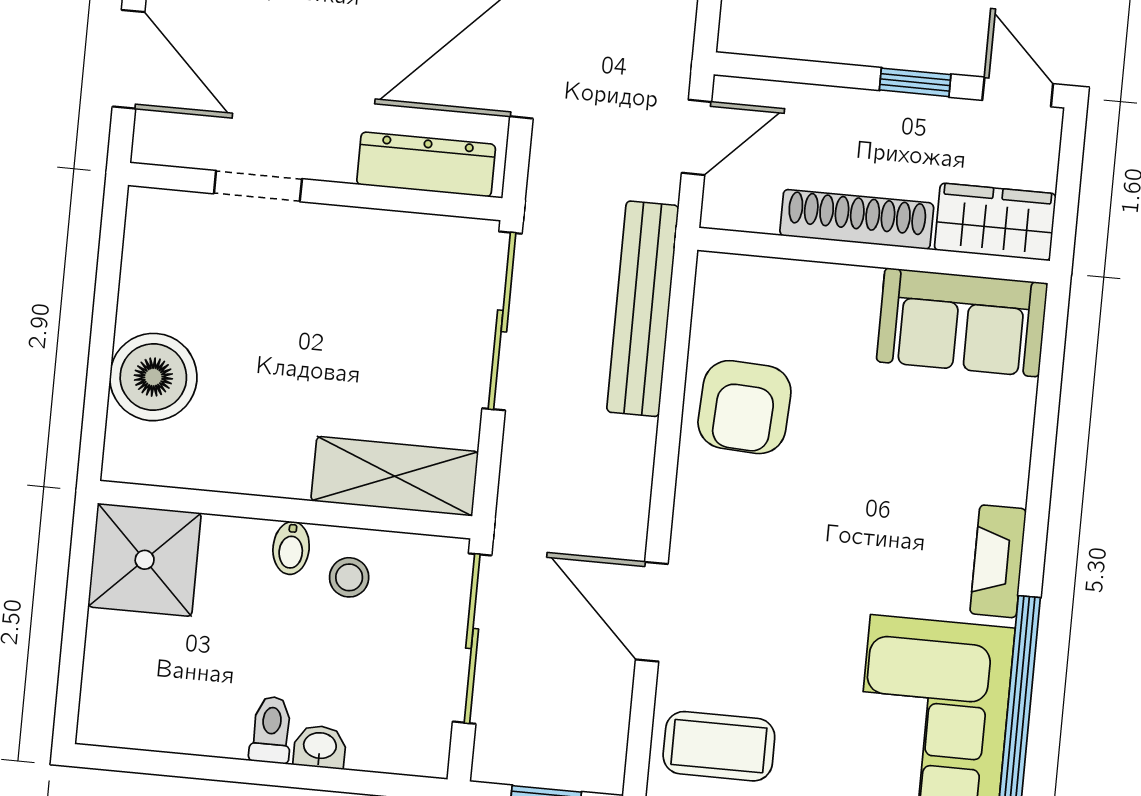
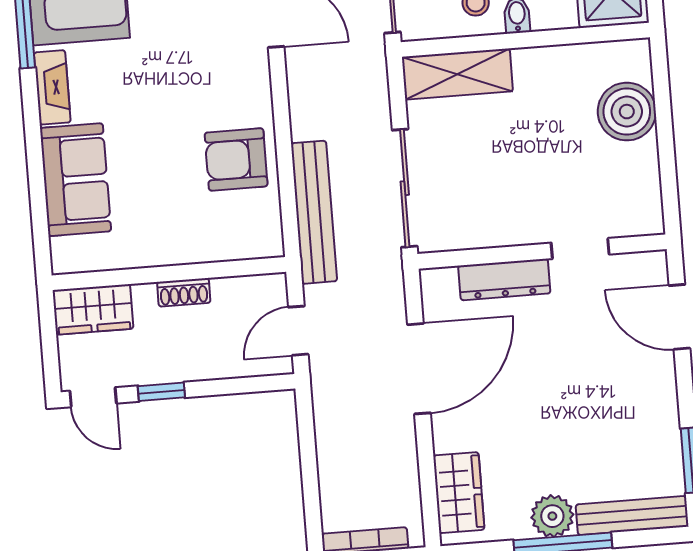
dresser: (426, 164) -> (504, 280), moved
shoe rack: (857, 219) -> (184, 292), width x0.51, depth x0.81
sofa: (962, 322) -> (75, 180), moved, turned 90
armchair: (744, 407) -> (236, 159), turned -93

